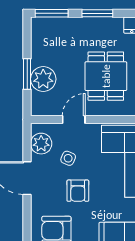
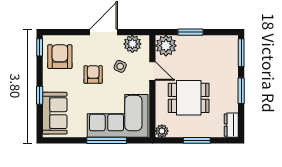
plant: (43, 79) -> (166, 46), moved
armchair: (78, 191) -> (93, 74), turned 90

